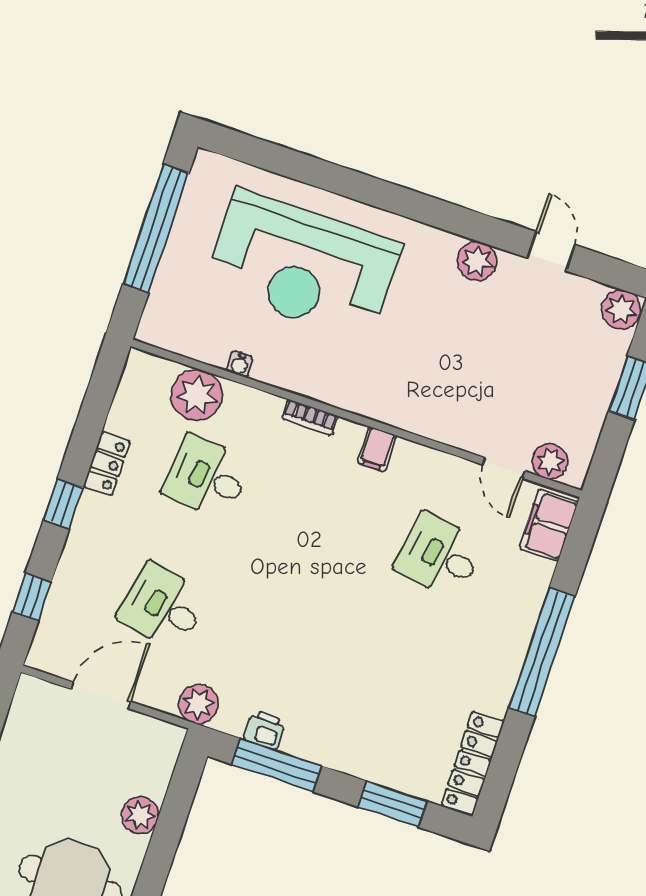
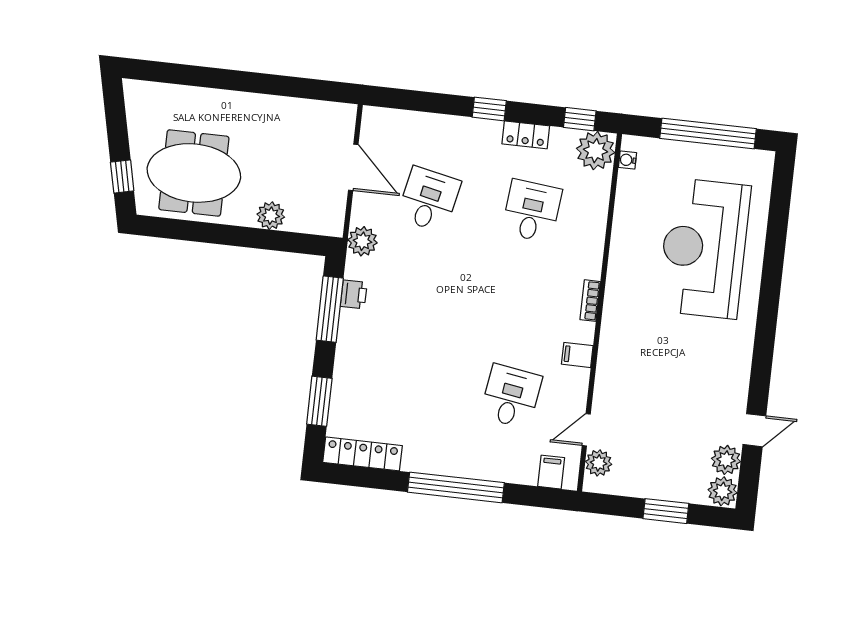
plant: (477, 261) -> (726, 460), moved
water cooler: (240, 364) -> (627, 160), moved
plant: (197, 395) -> (596, 151), moved
bookcase: (310, 417) -> (590, 301), moved
filing cabinet: (377, 449) -> (577, 355), moved
filing cabinet: (549, 525) -> (551, 472), width x0.50
window: (32, 597) -> (580, 119), moved

